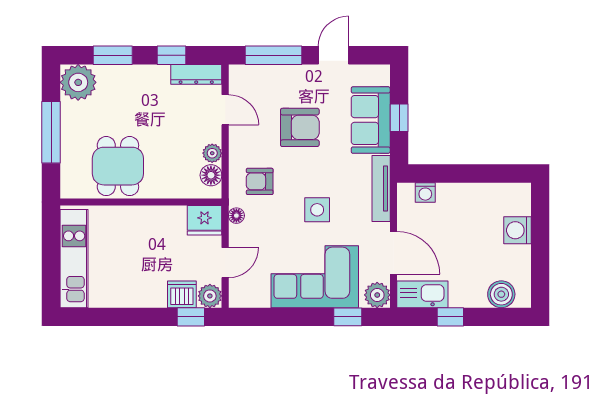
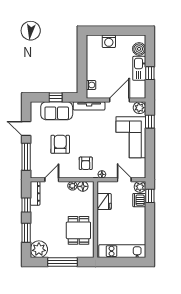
dining table: (118, 166) -> (78, 230), turned 90
side table: (317, 210) -> (99, 136), removed
fridge: (204, 220) -> (104, 202), moved
kitchen sink: (422, 294) -> (139, 68), moved

